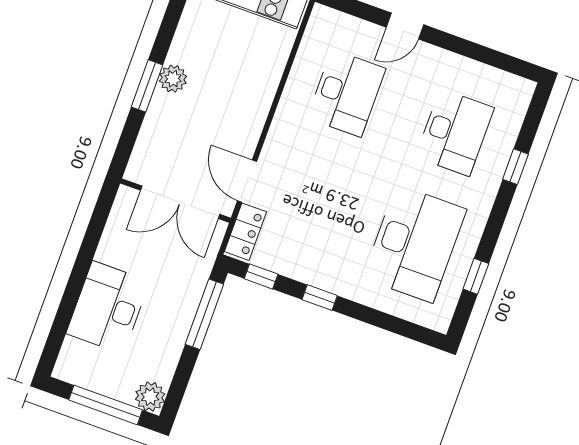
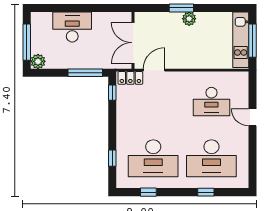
desk: (455, 132) -> (211, 158), width x1.36, depth x1.30
window: (320, 298) -> (112, 158), moved

